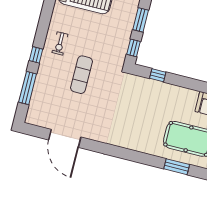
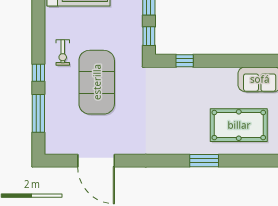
exercise mat: (81, 75) -> (97, 82), width x2.00, depth x1.45
window: (177, 167) -> (204, 161), moved

